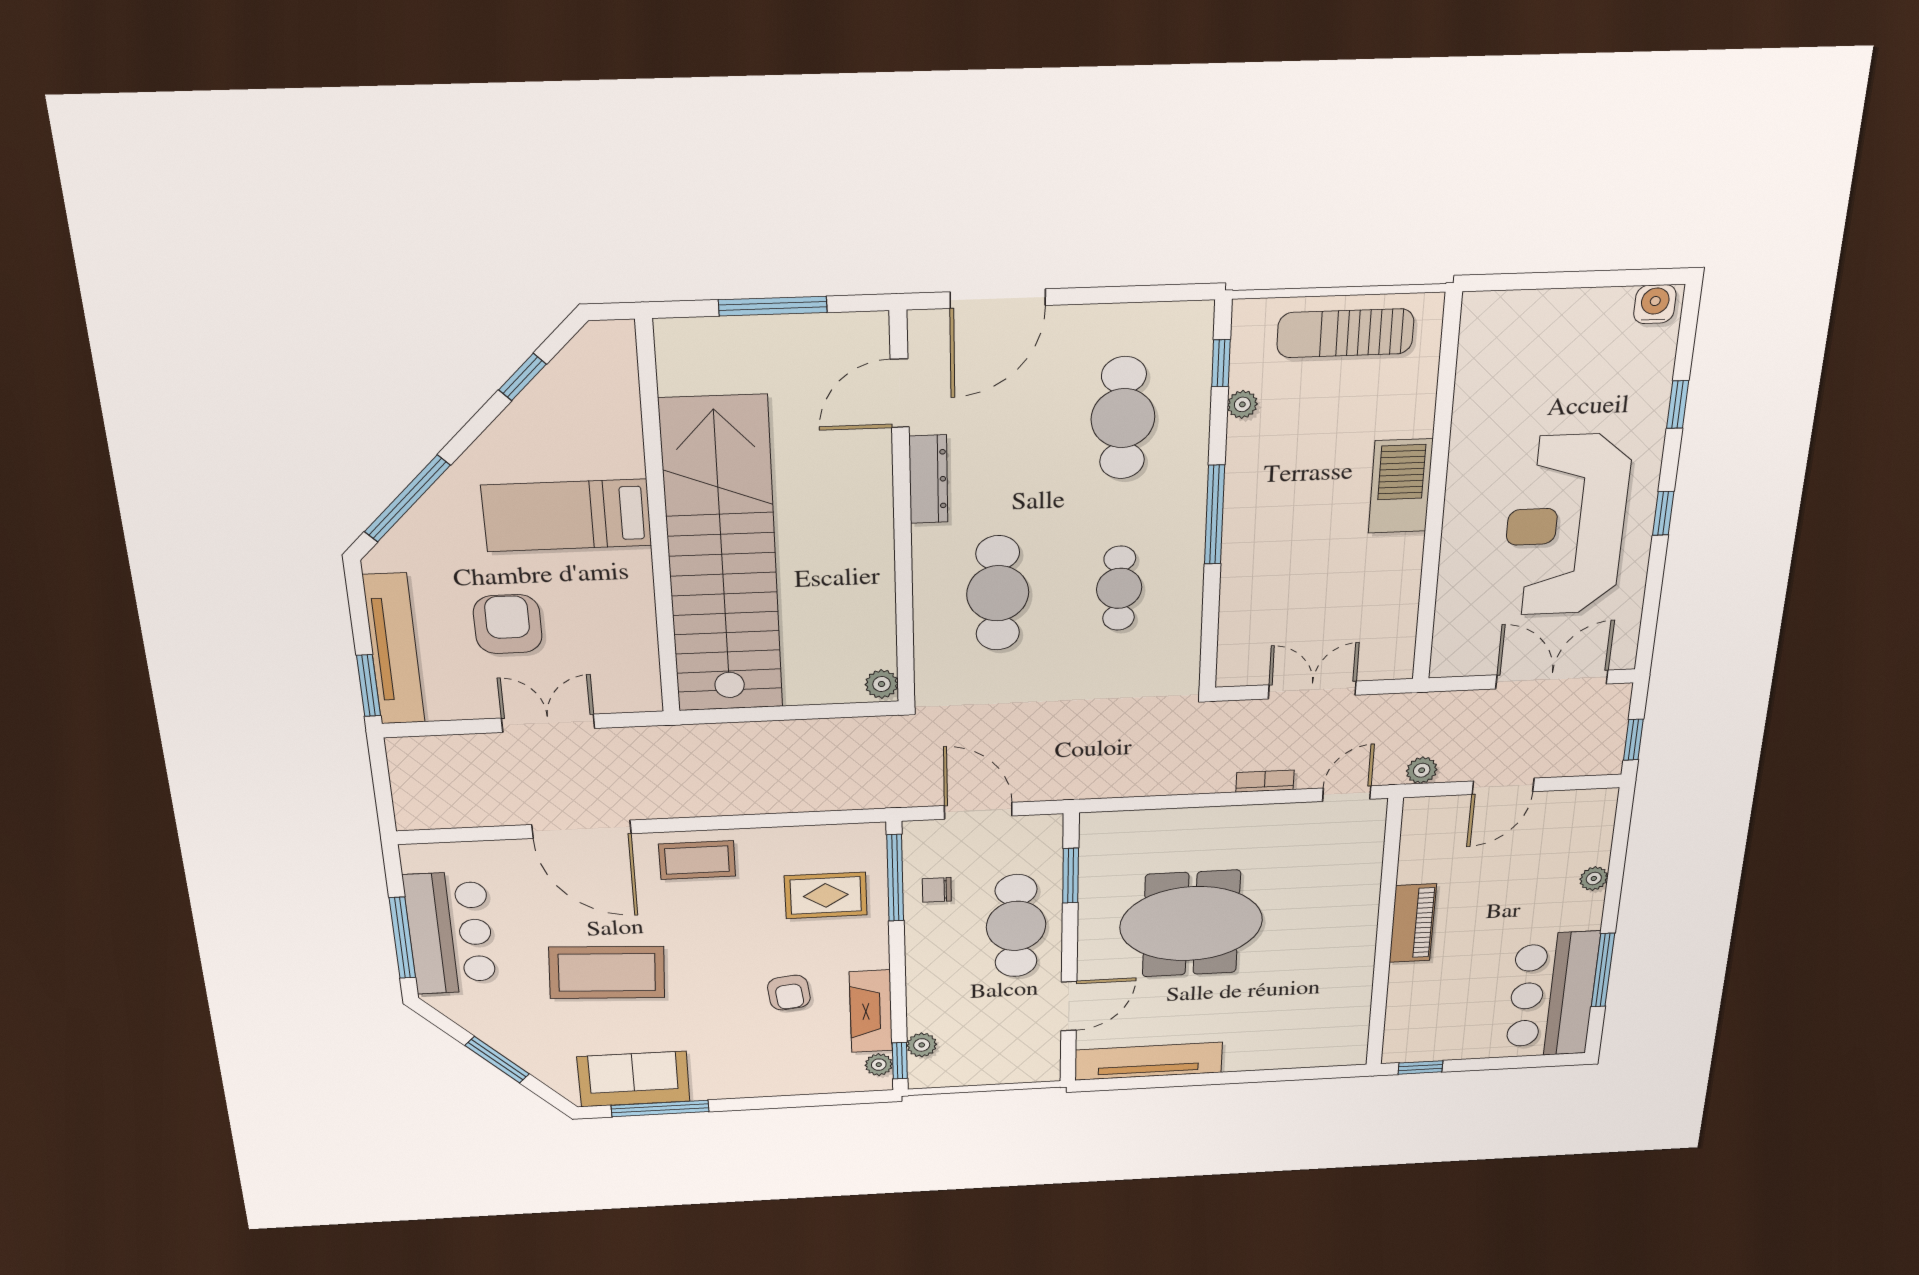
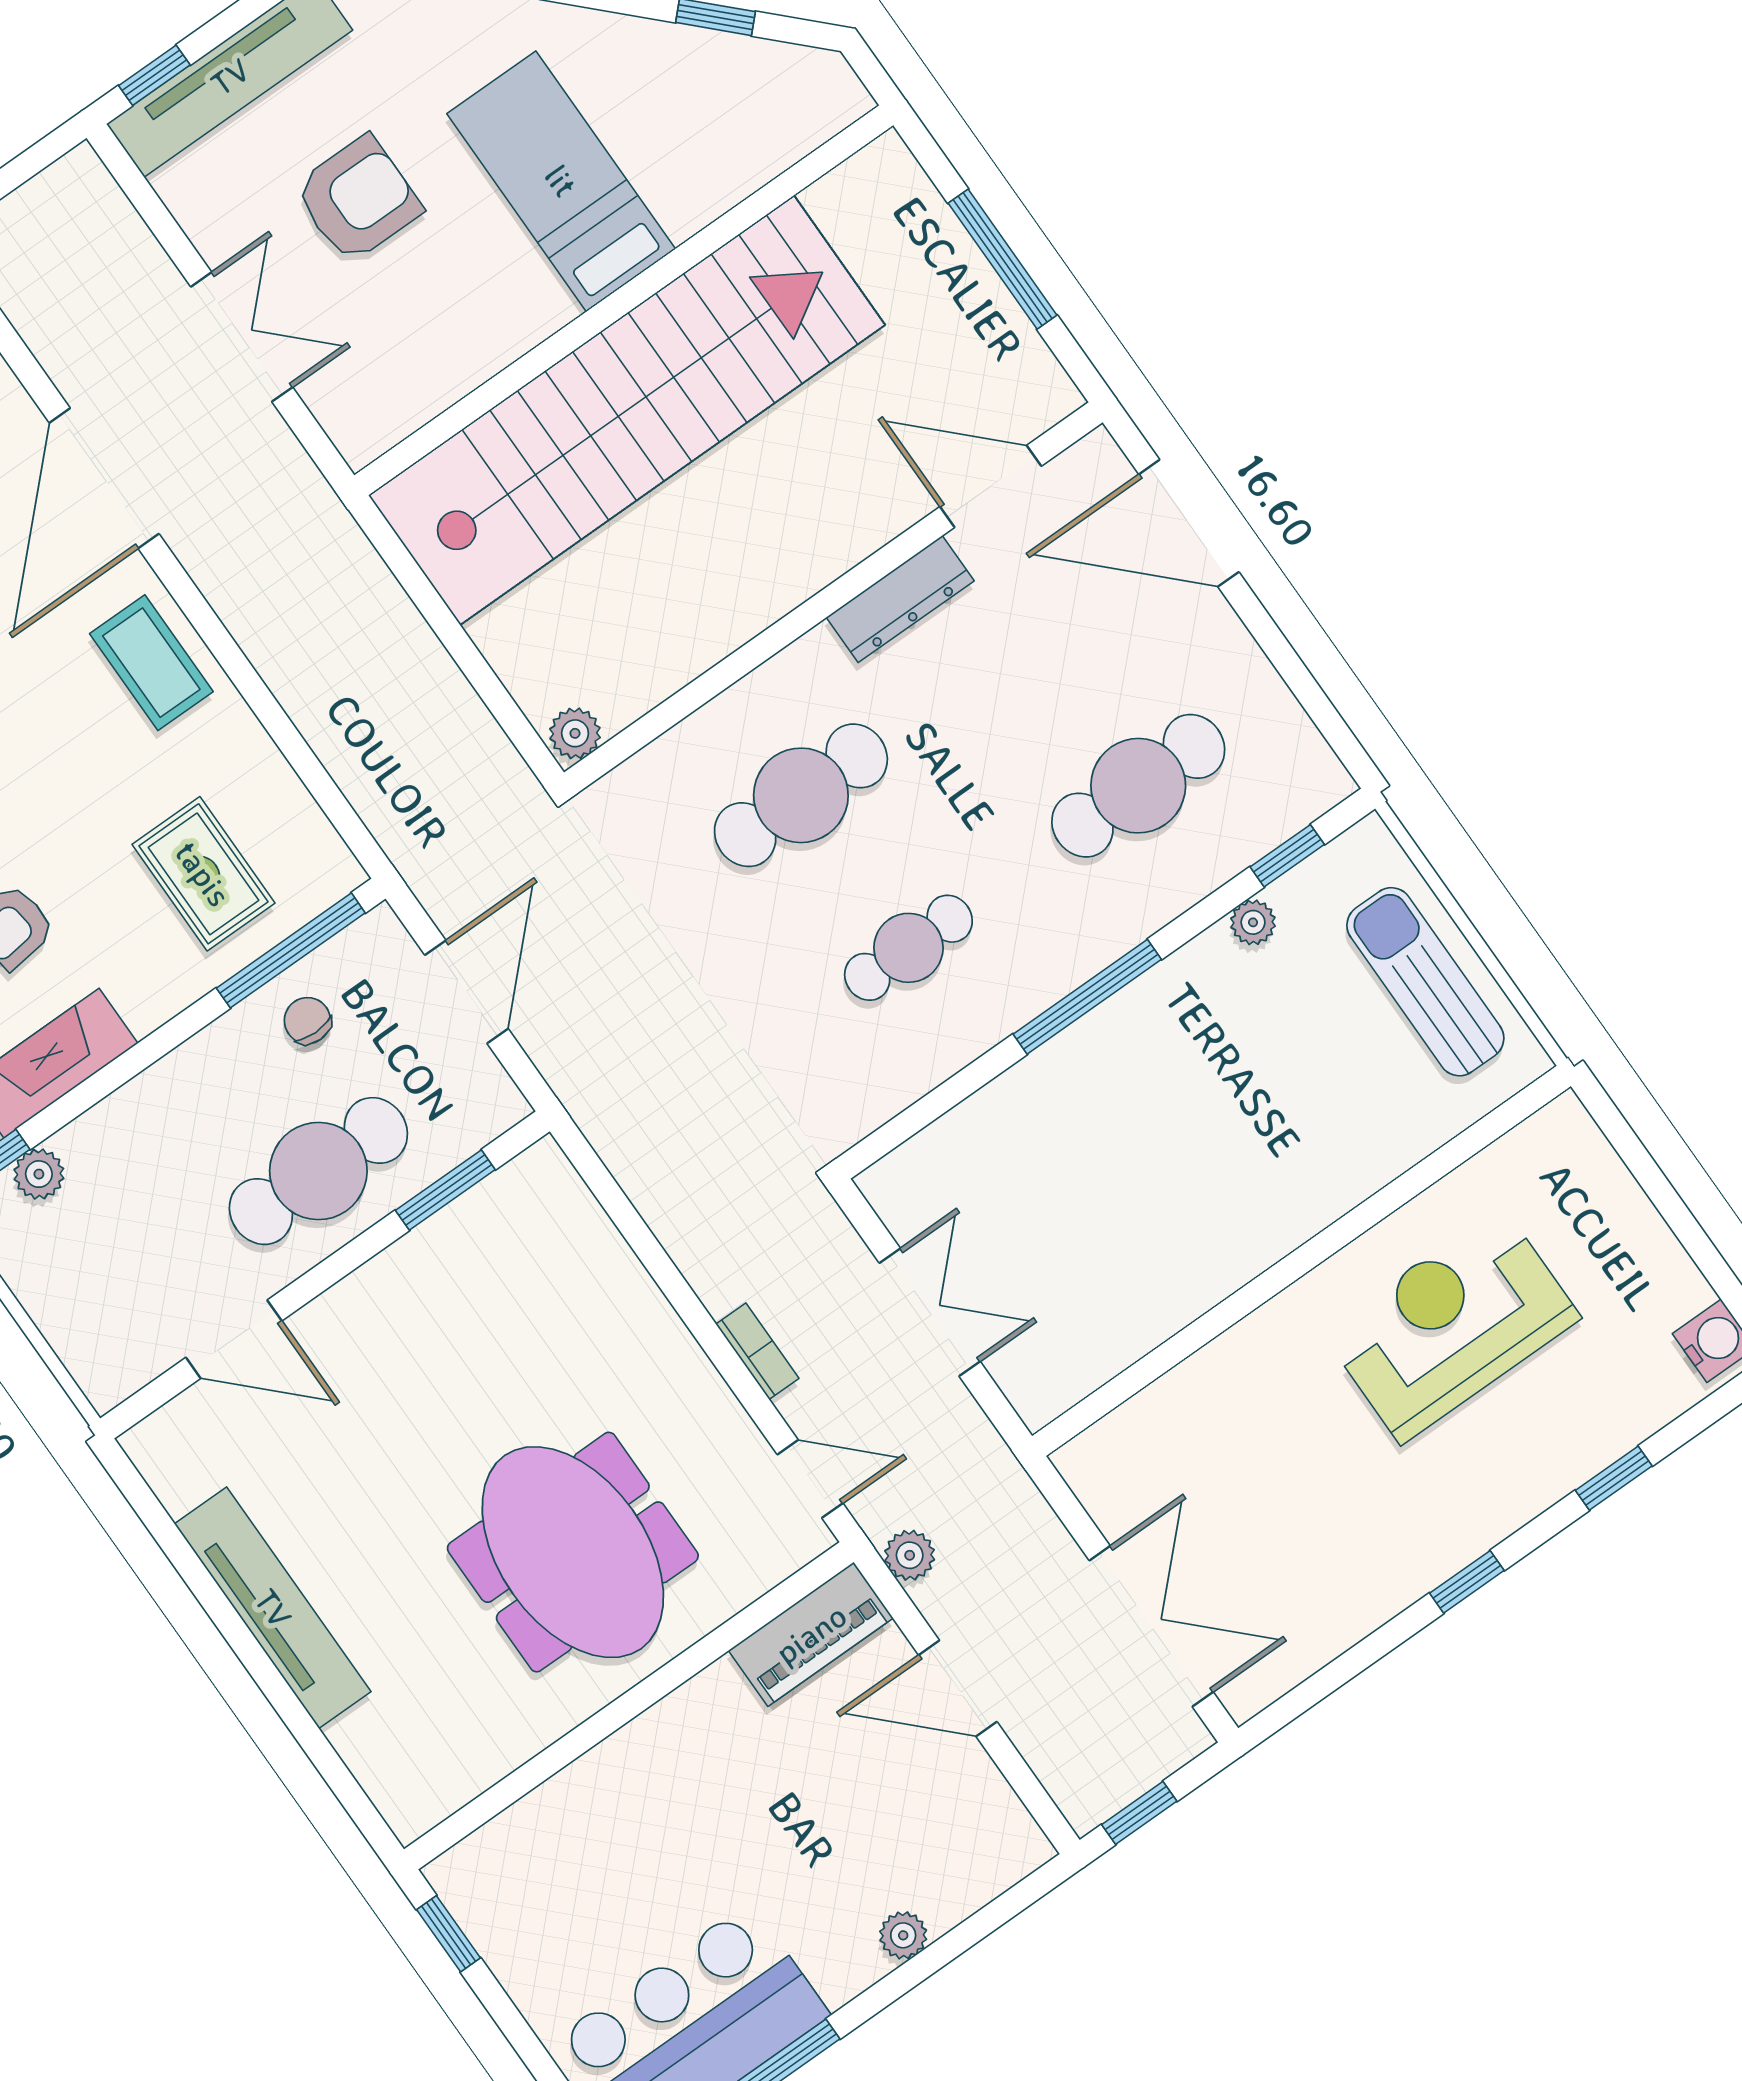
barbecue: (1401, 486) -> (1279, 1207), removed
reception desk: (1565, 525) -> (1451, 1325), moved, width x0.74, depth x0.77
window: (368, 686) -> (154, 75), width x0.67
piano: (1413, 923) -> (811, 1634), moved
meeting table: (1191, 924) -> (573, 1552), moved
tv unit: (1148, 1061) -> (273, 1608), moved

